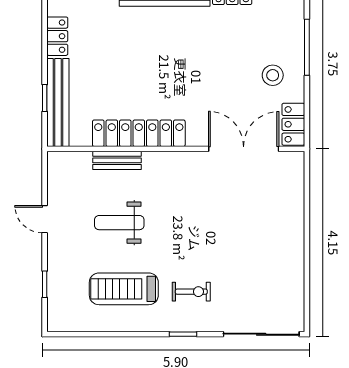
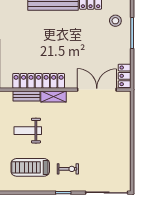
stool: (273, 75) -> (115, 21), moved
shelving: (166, 161) -> (54, 96), added

